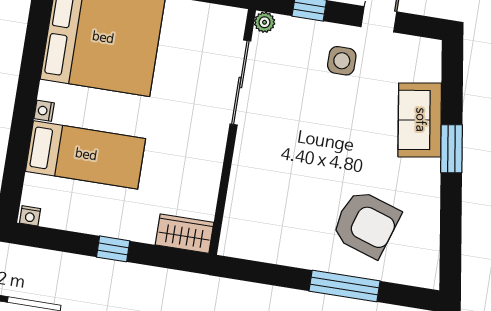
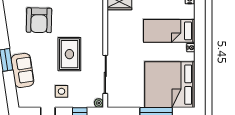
rug: (311, 139) -> (69, 54), added
armchair: (366, 224) -> (39, 20), turned -107

